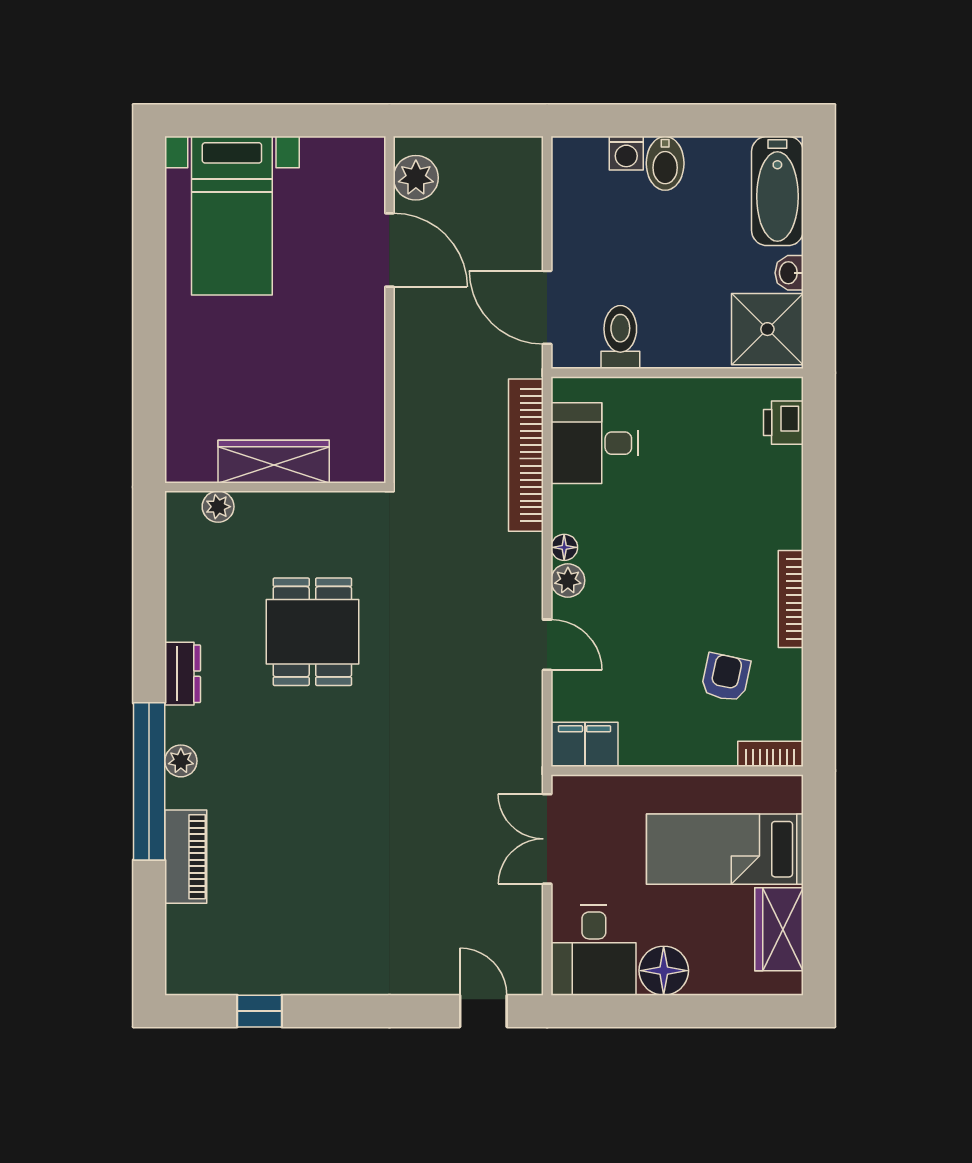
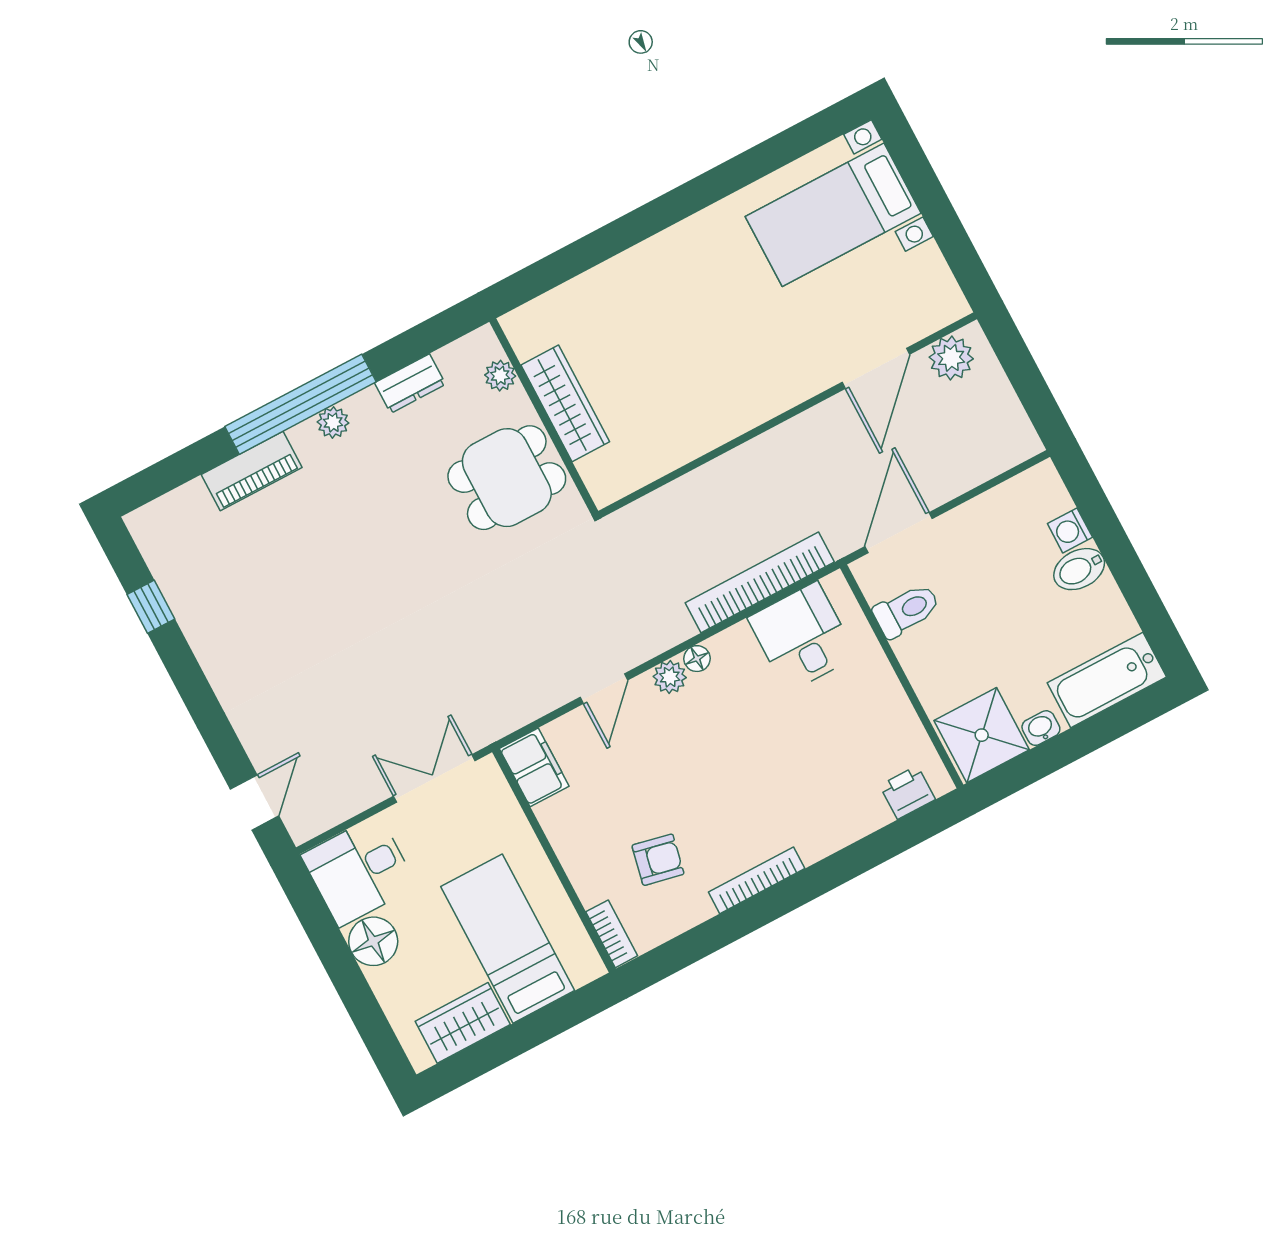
wardrobe: (274, 462) -> (565, 403), moved
wall: (275, 487) -> (544, 416), moved
plant: (218, 507) -> (500, 376), moved

